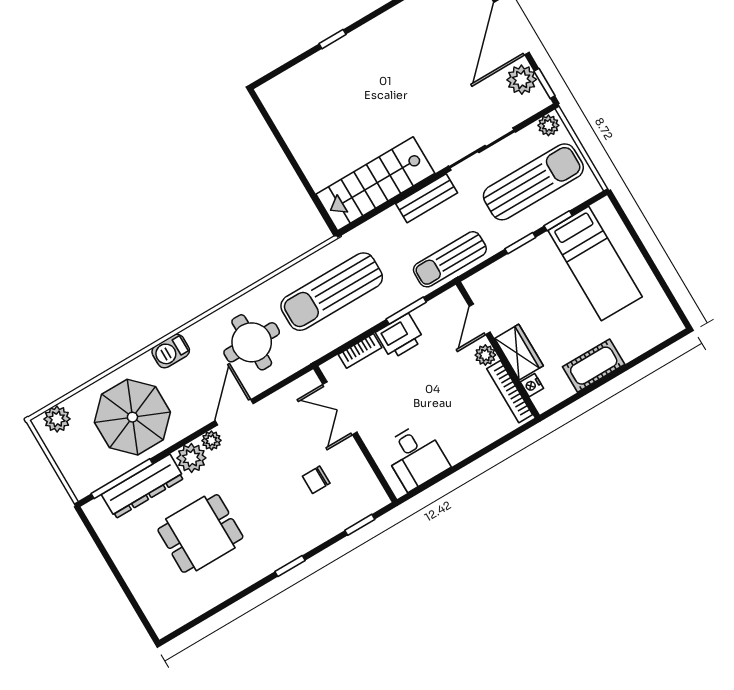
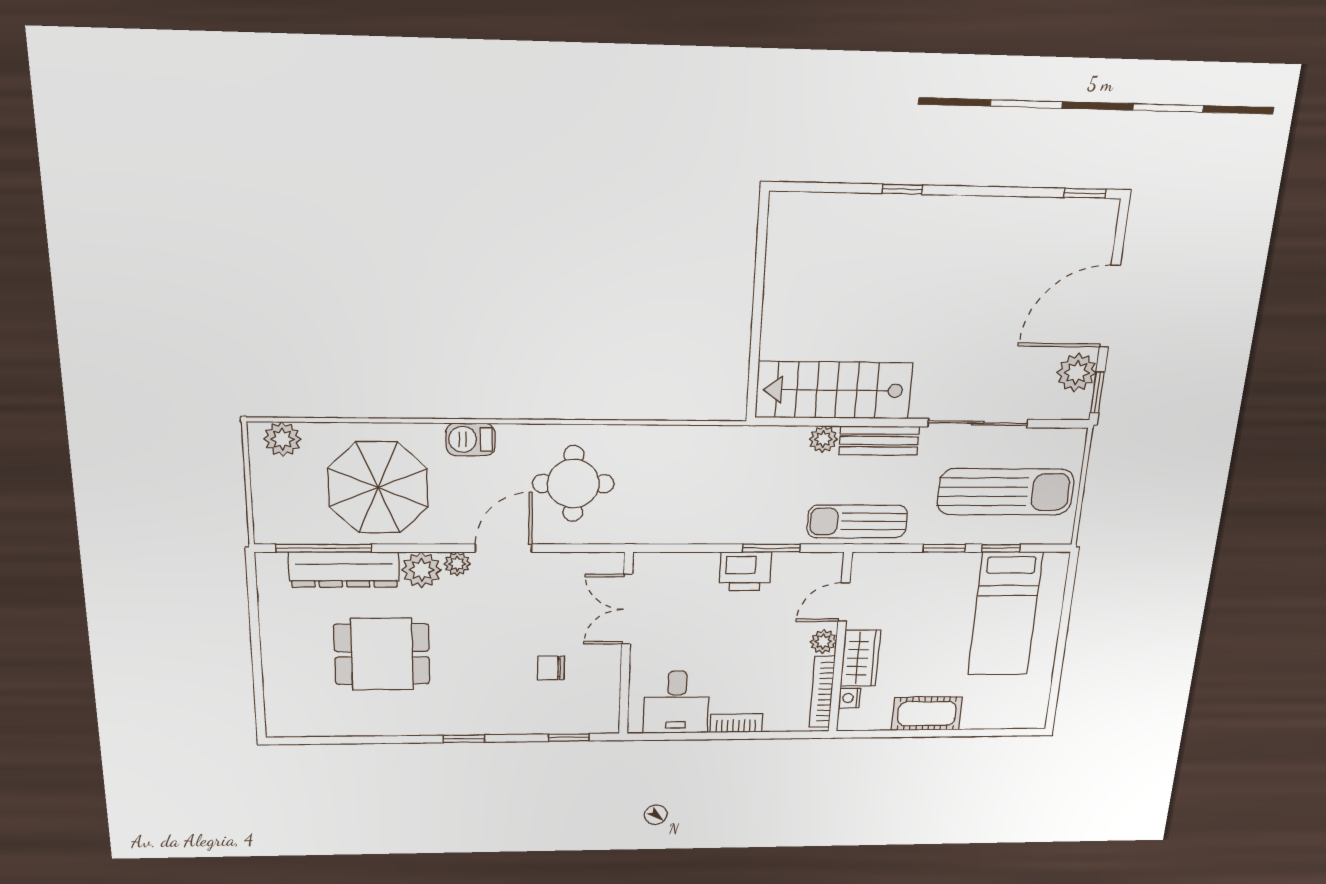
plant: (548, 125) -> (823, 439), moved
sun lounger: (332, 292) -> (702, 480), removed
bookcase: (360, 351) -> (736, 723), moved, turned 180

